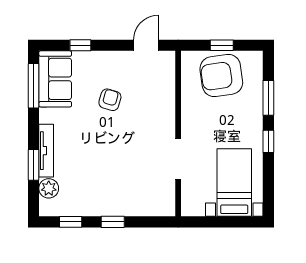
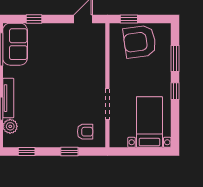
window: (222, 45) -> (129, 19), moved
armchair: (110, 100) -> (85, 132), moved, turned 74
window: (113, 222) -> (69, 151), moved

